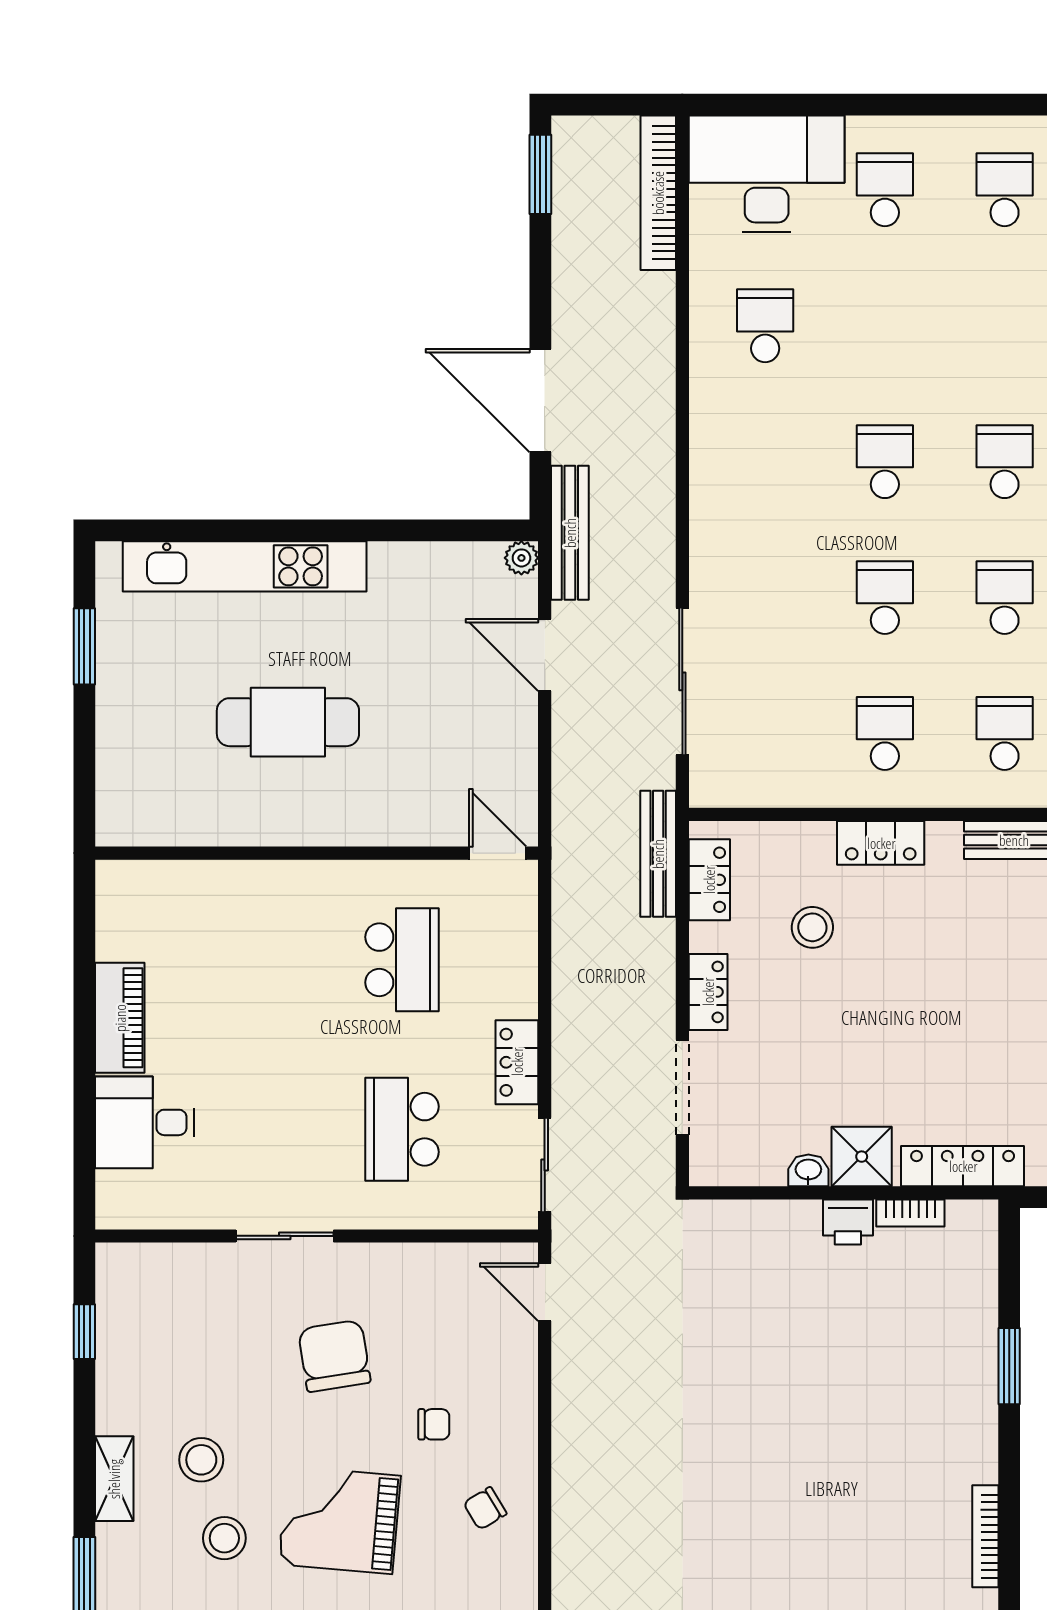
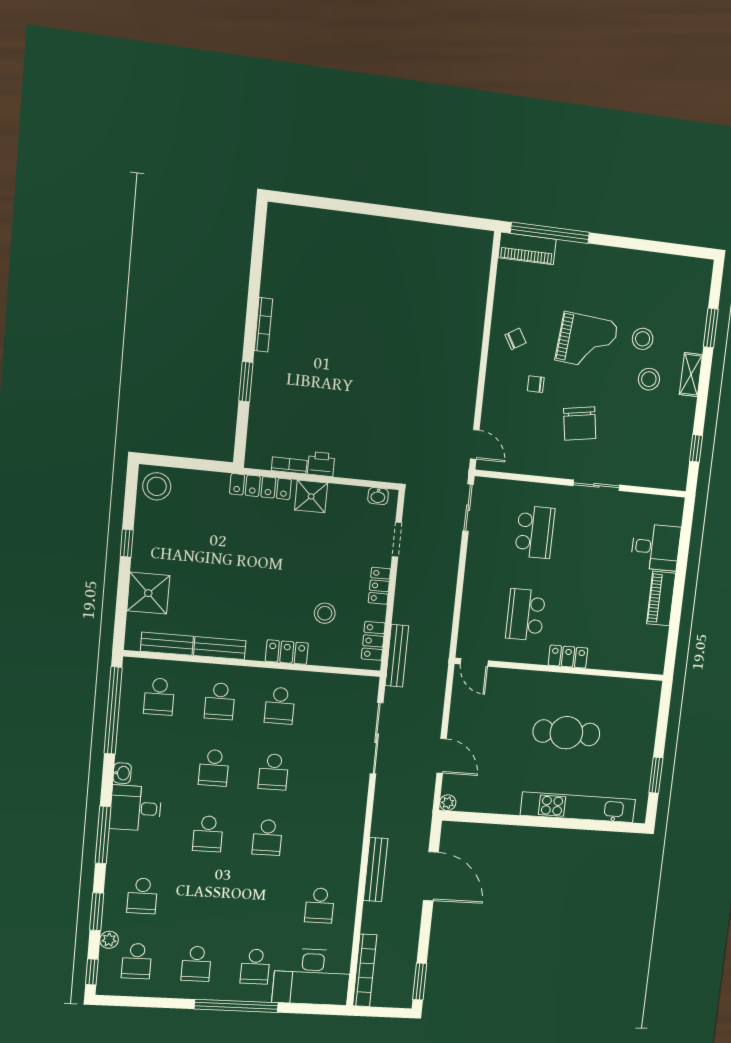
window: (916, 105) -> (236, 1006), added
bench: (570, 533) -> (376, 870), moved
locker: (517, 1062) -> (568, 657), moved, turned -90
doorway: (682, 1087) -> (397, 540), width x0.73
washbasin: (808, 1170) -> (378, 496), moved
bookcase: (985, 1536) -> (263, 325), moved

